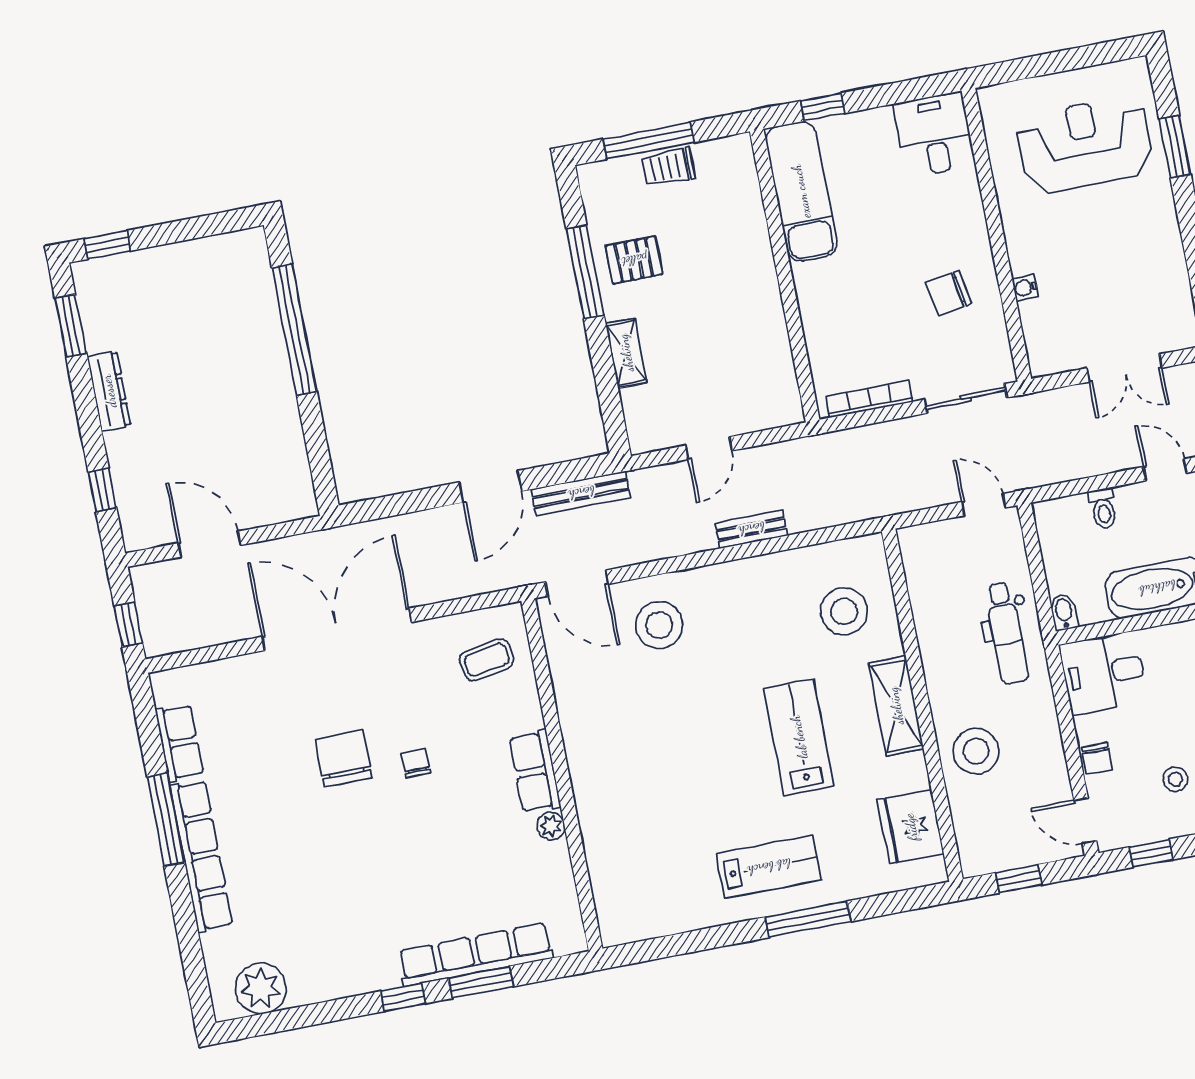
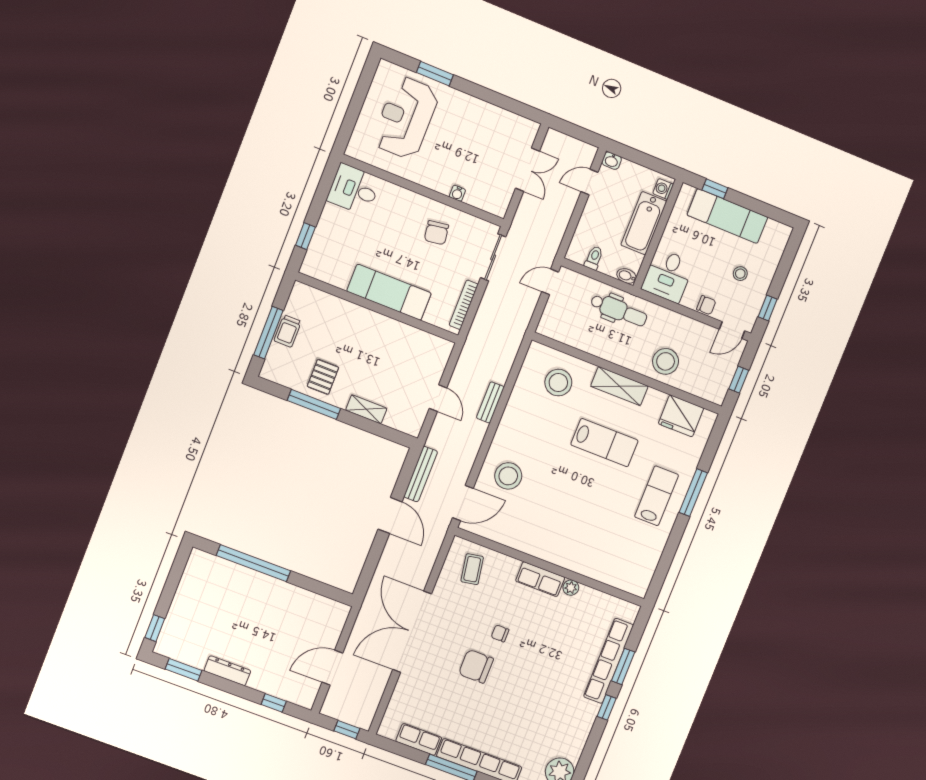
exam couch: (801, 191) -> (389, 292), moved
toilet: (1103, 509) -> (594, 258), moved, turned -90
lab bench: (799, 737) -> (604, 443), turned 180

